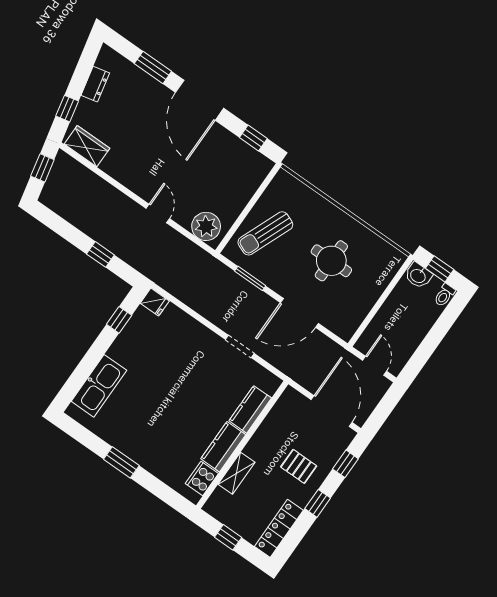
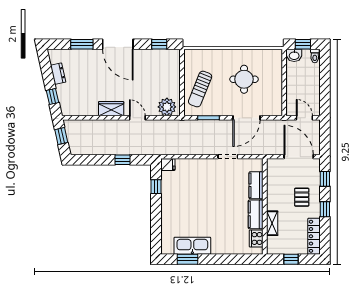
wardrobe: (87, 146) -> (111, 109), moved
kitchen sink: (99, 386) -> (192, 246), moved, turned -90
window: (121, 462) -> (188, 259), moved
pallet: (299, 466) -> (302, 197), turned 90

